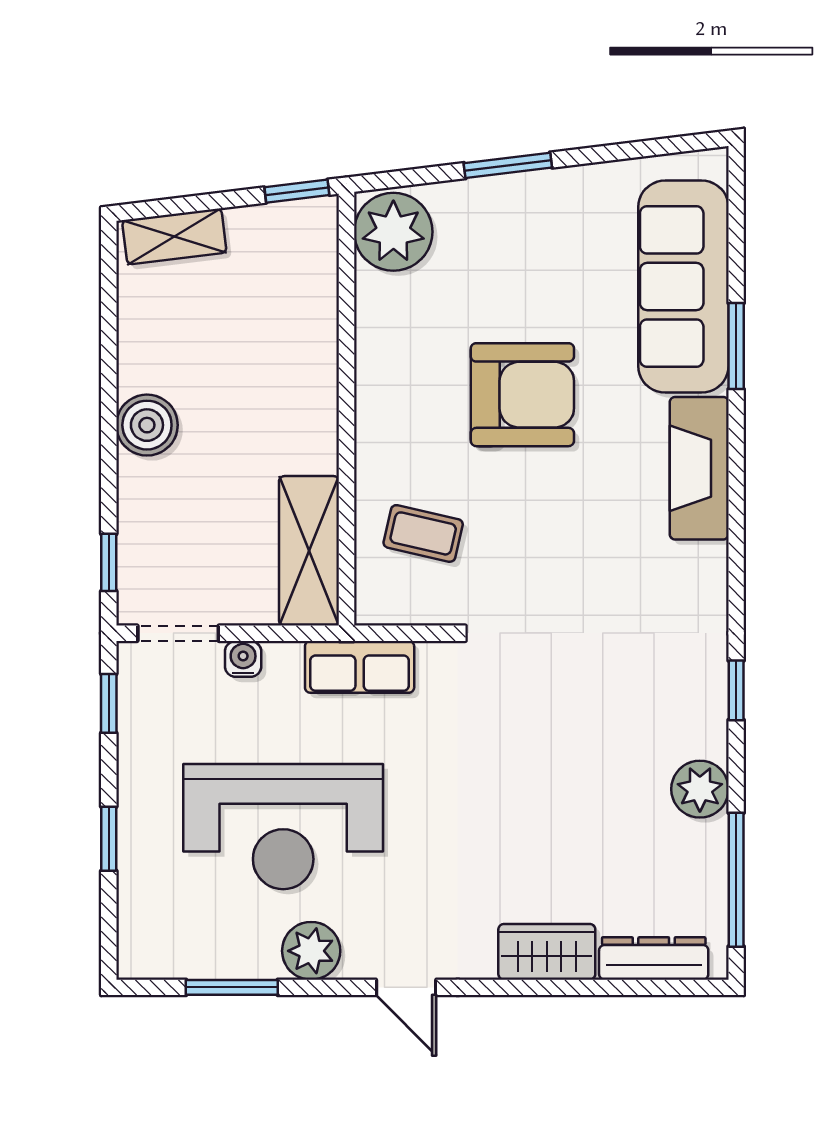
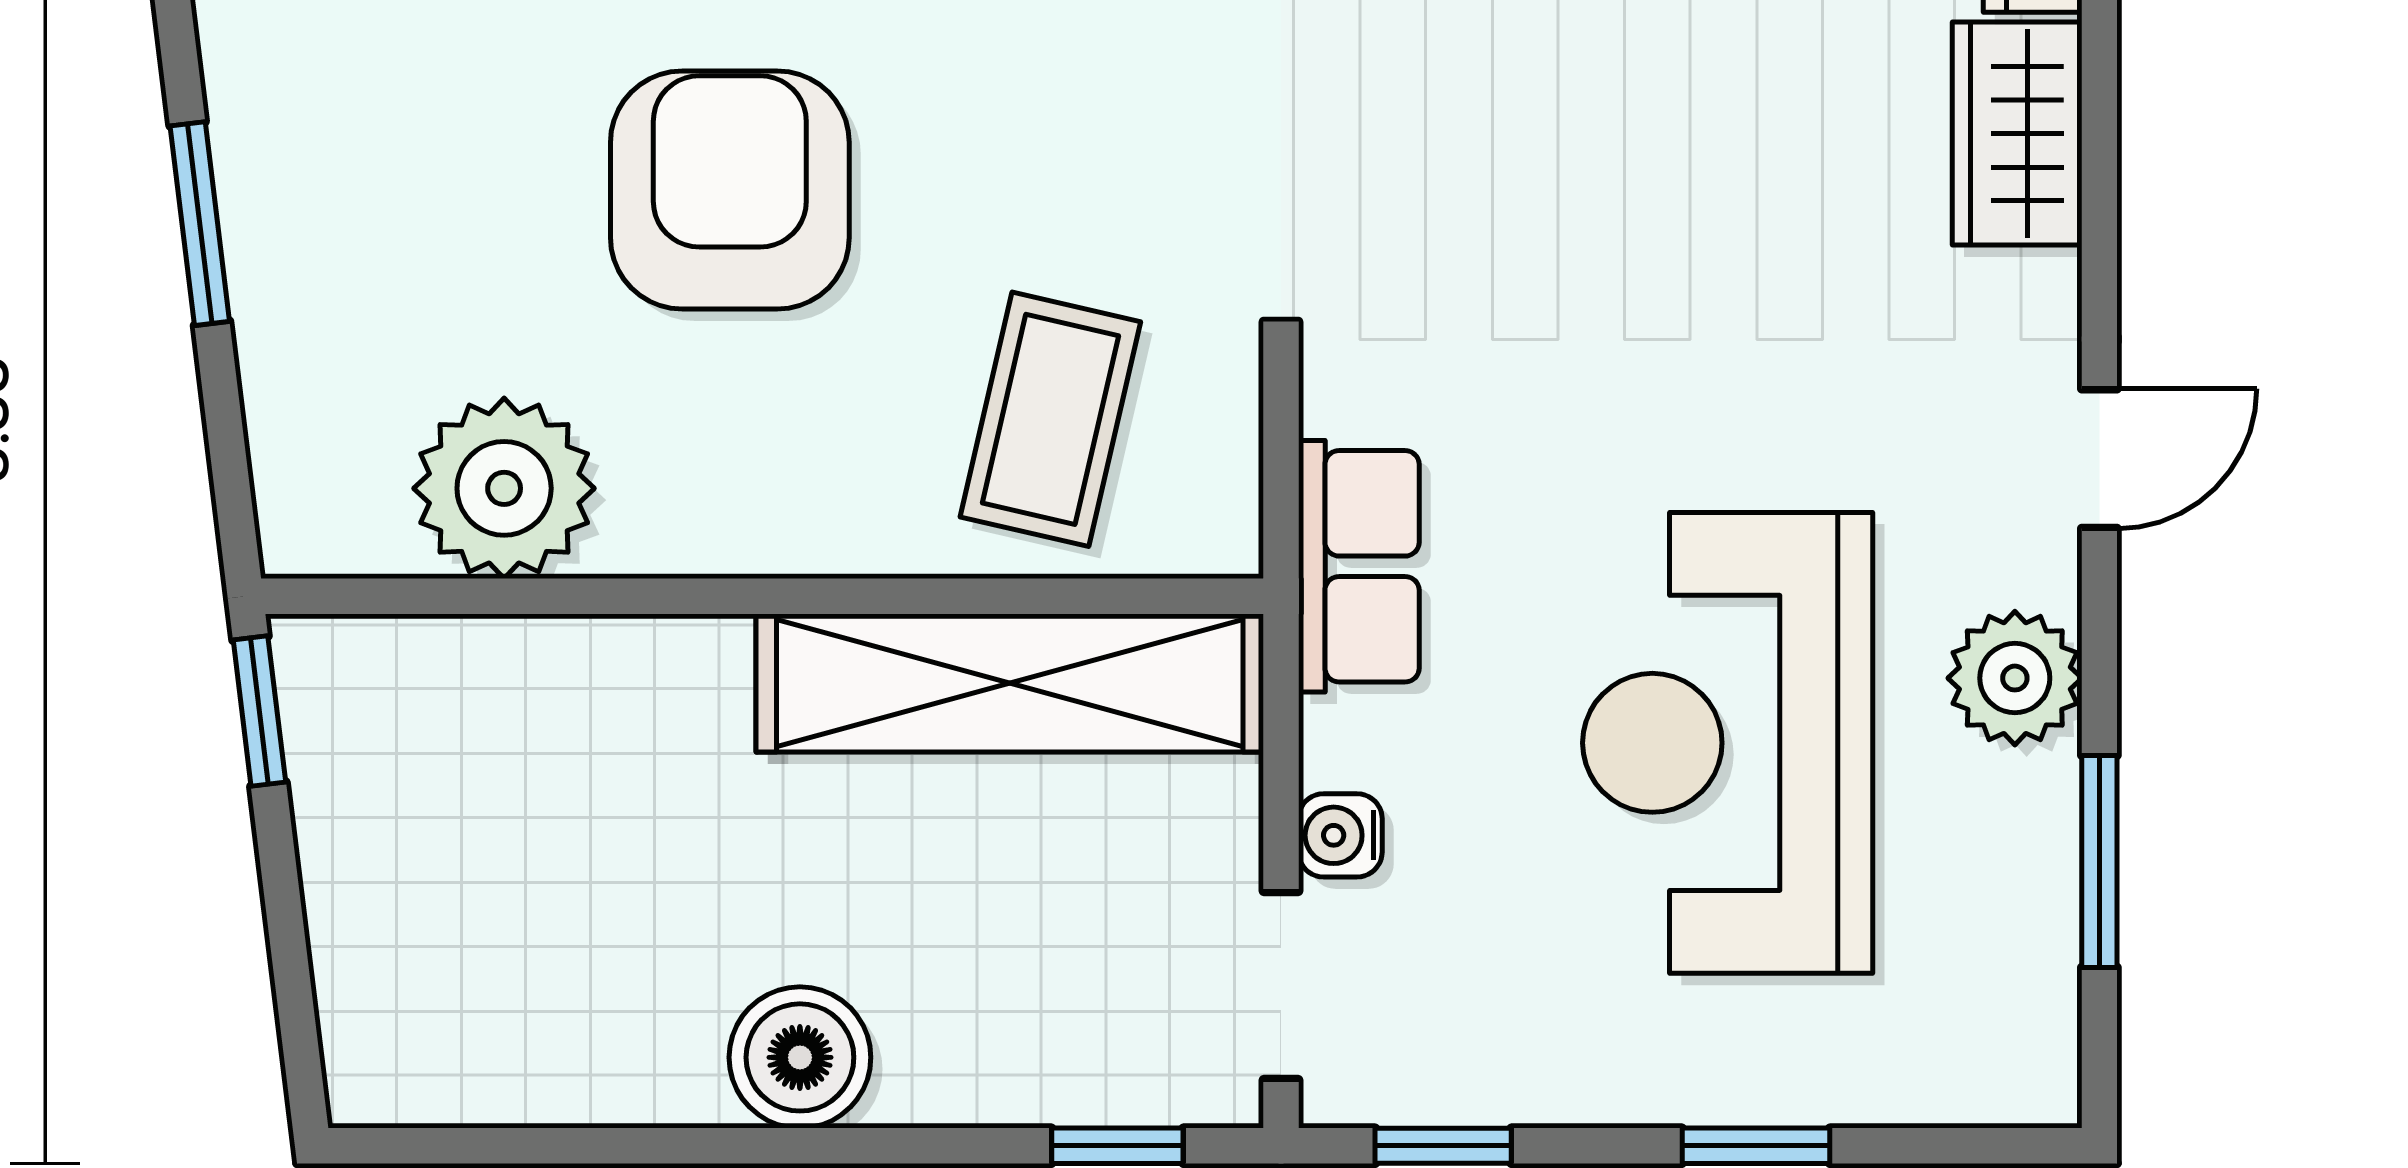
plant: (393, 232) -> (504, 488), moved
shelving: (174, 236) -> (364, 994), removed
coffee table: (423, 533) -> (1050, 419), width x1.36, depth x1.30
shelving: (309, 551) -> (1010, 683), width x1.47
reception desk: (283, 827) -> (1728, 743), turned 180

